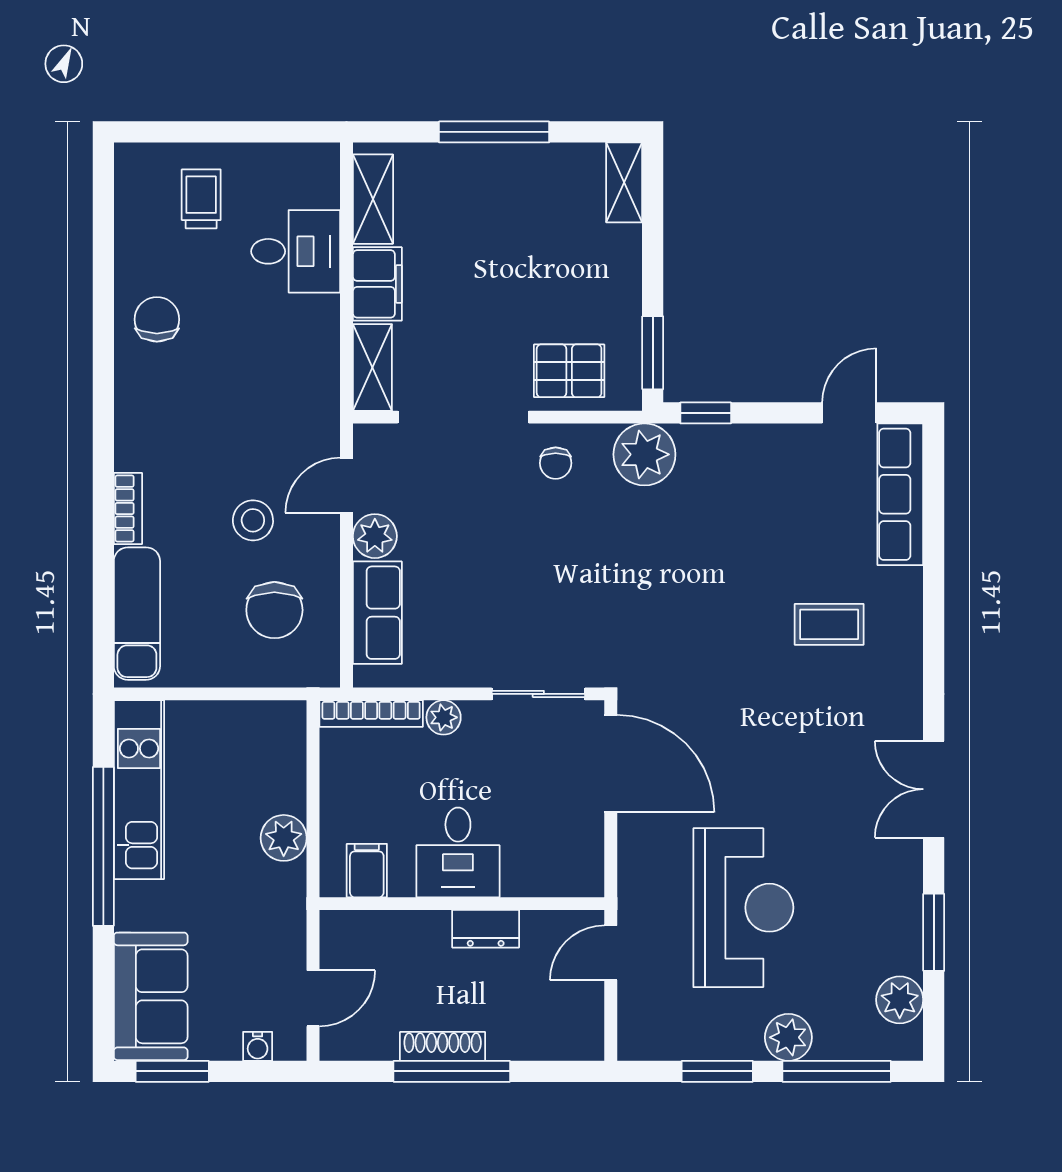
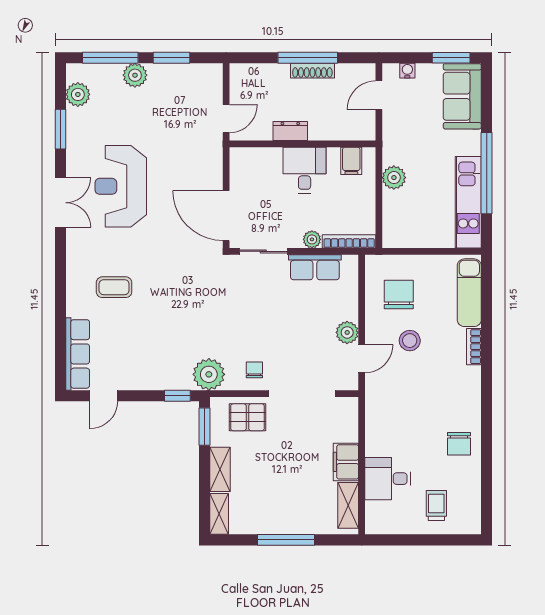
trolley: (201, 199) -> (436, 506), turned 180
shelving: (372, 367) -> (220, 469), moved
row of seats: (377, 613) -> (315, 267), moved, turned -90
reception desk: (743, 908) -> (121, 186), moved

